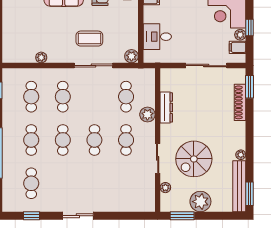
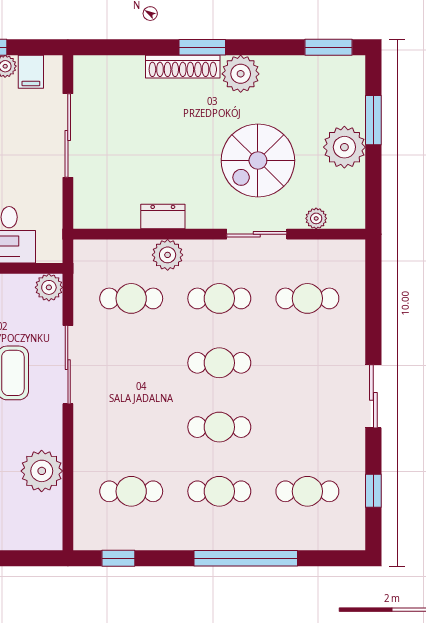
plant: (41, 57) -> (42, 471), width x1.88, depth x1.88
window: (250, 87) -> (202, 47), moved
cafe table: (63, 97) -> (307, 298), moved
shoe rack: (240, 102) -> (183, 67), moved
dresser: (166, 107) -> (163, 217), width x0.70
plant: (241, 155) -> (241, 74), width x1.87, depth x1.87
spiral stairs: (194, 159) -> (258, 160), turned 90
bench: (239, 186) -> (313, 68), removed
window: (182, 216) -> (373, 120), moved

